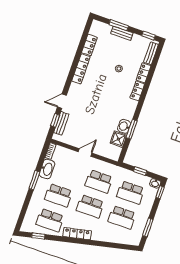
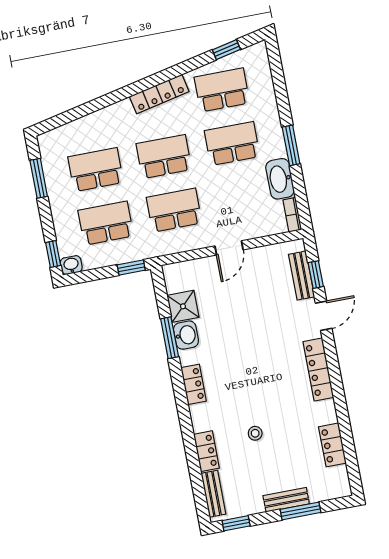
locker: (81, 69) -> (318, 370), moved
locker: (137, 91) -> (194, 384), moved
window: (140, 171) -> (131, 268), moved

